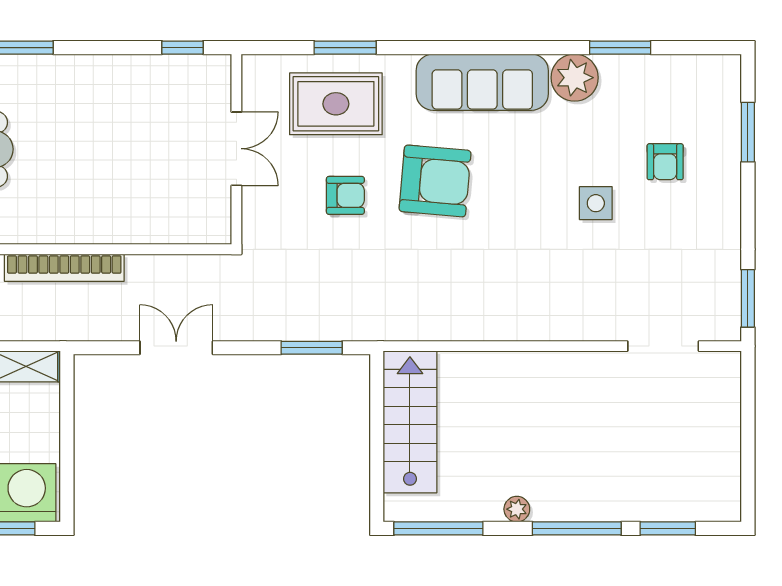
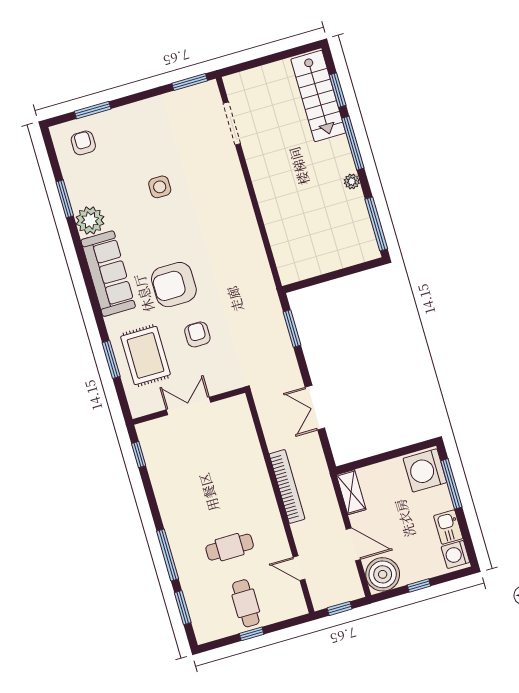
armchair: (665, 162) -> (83, 143), moved, turned -90
armchair: (435, 181) -> (174, 285), turned -95
stairs: (410, 422) -> (318, 96), moved, turned -90

